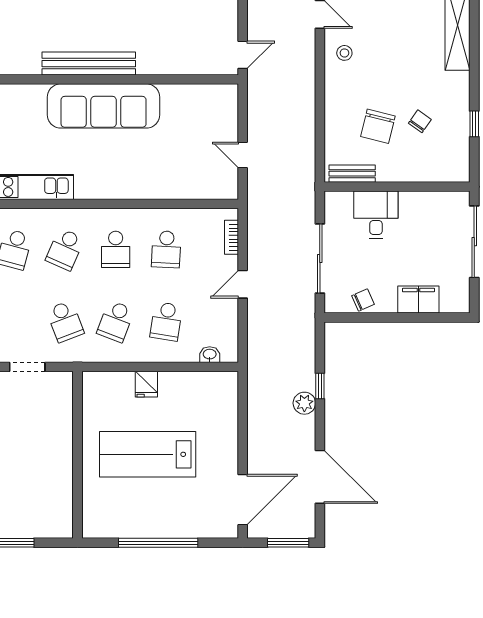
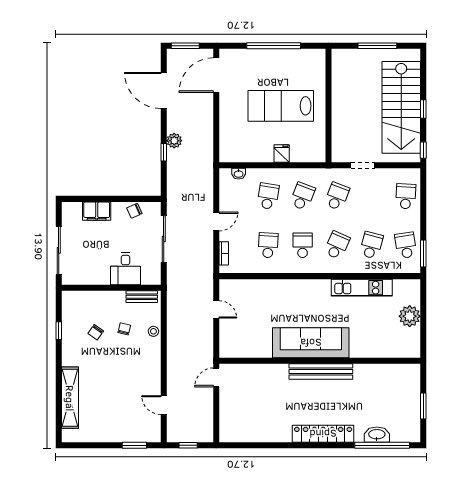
stool: (344, 53) -> (153, 331), moved
chair: (378, 126) -> (124, 329), width x0.54, depth x0.54
school desk: (65, 321) -> (337, 196), turned 42
lab bench: (148, 454) -> (281, 106), turned 180

